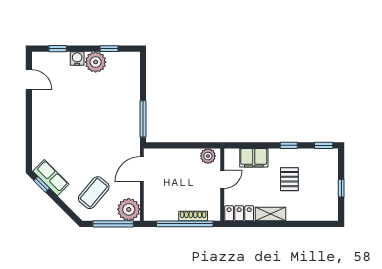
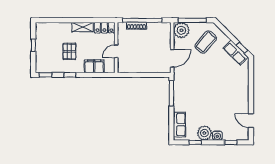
row of seats: (131, 74) -> (179, 125), added
plant: (208, 156) -> (126, 68), removed

